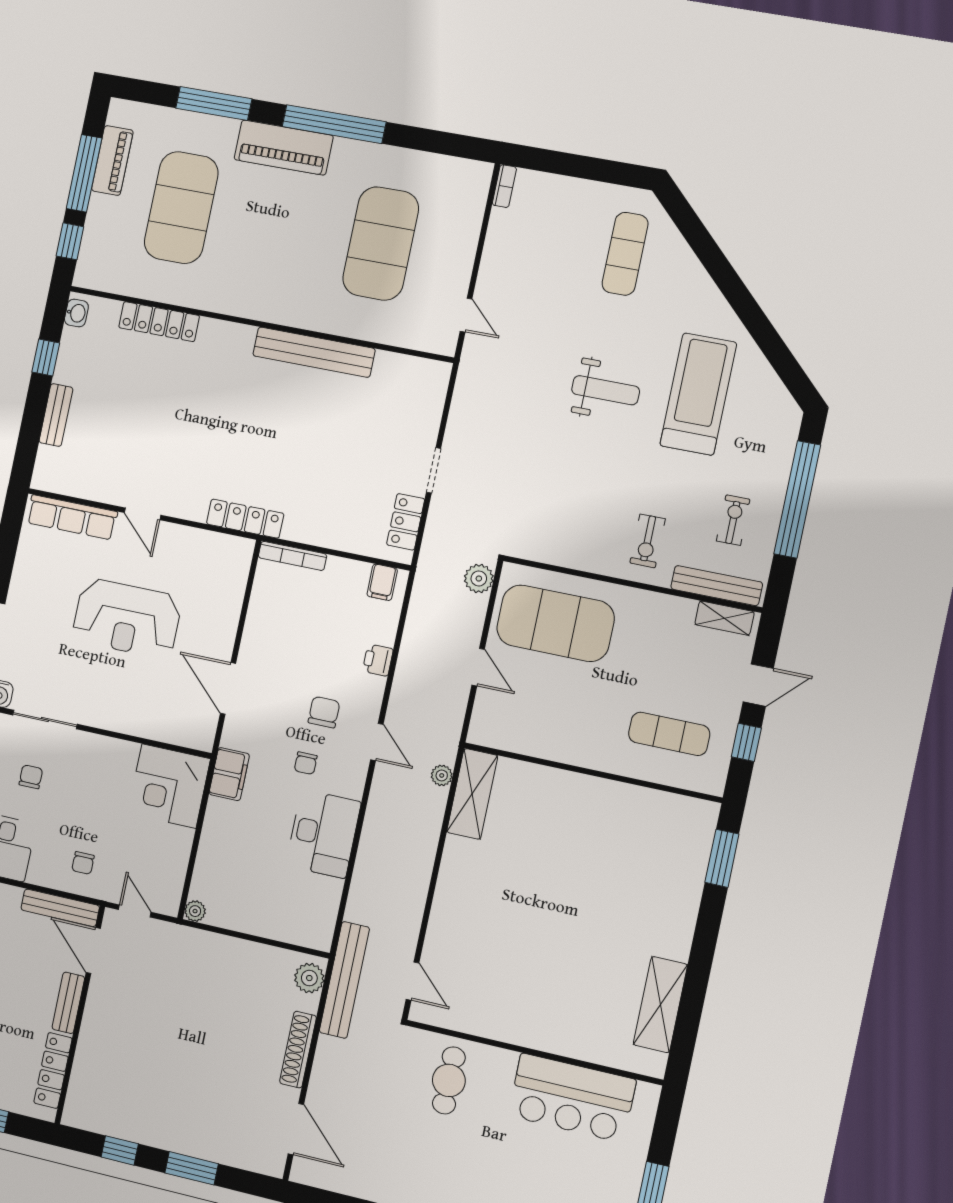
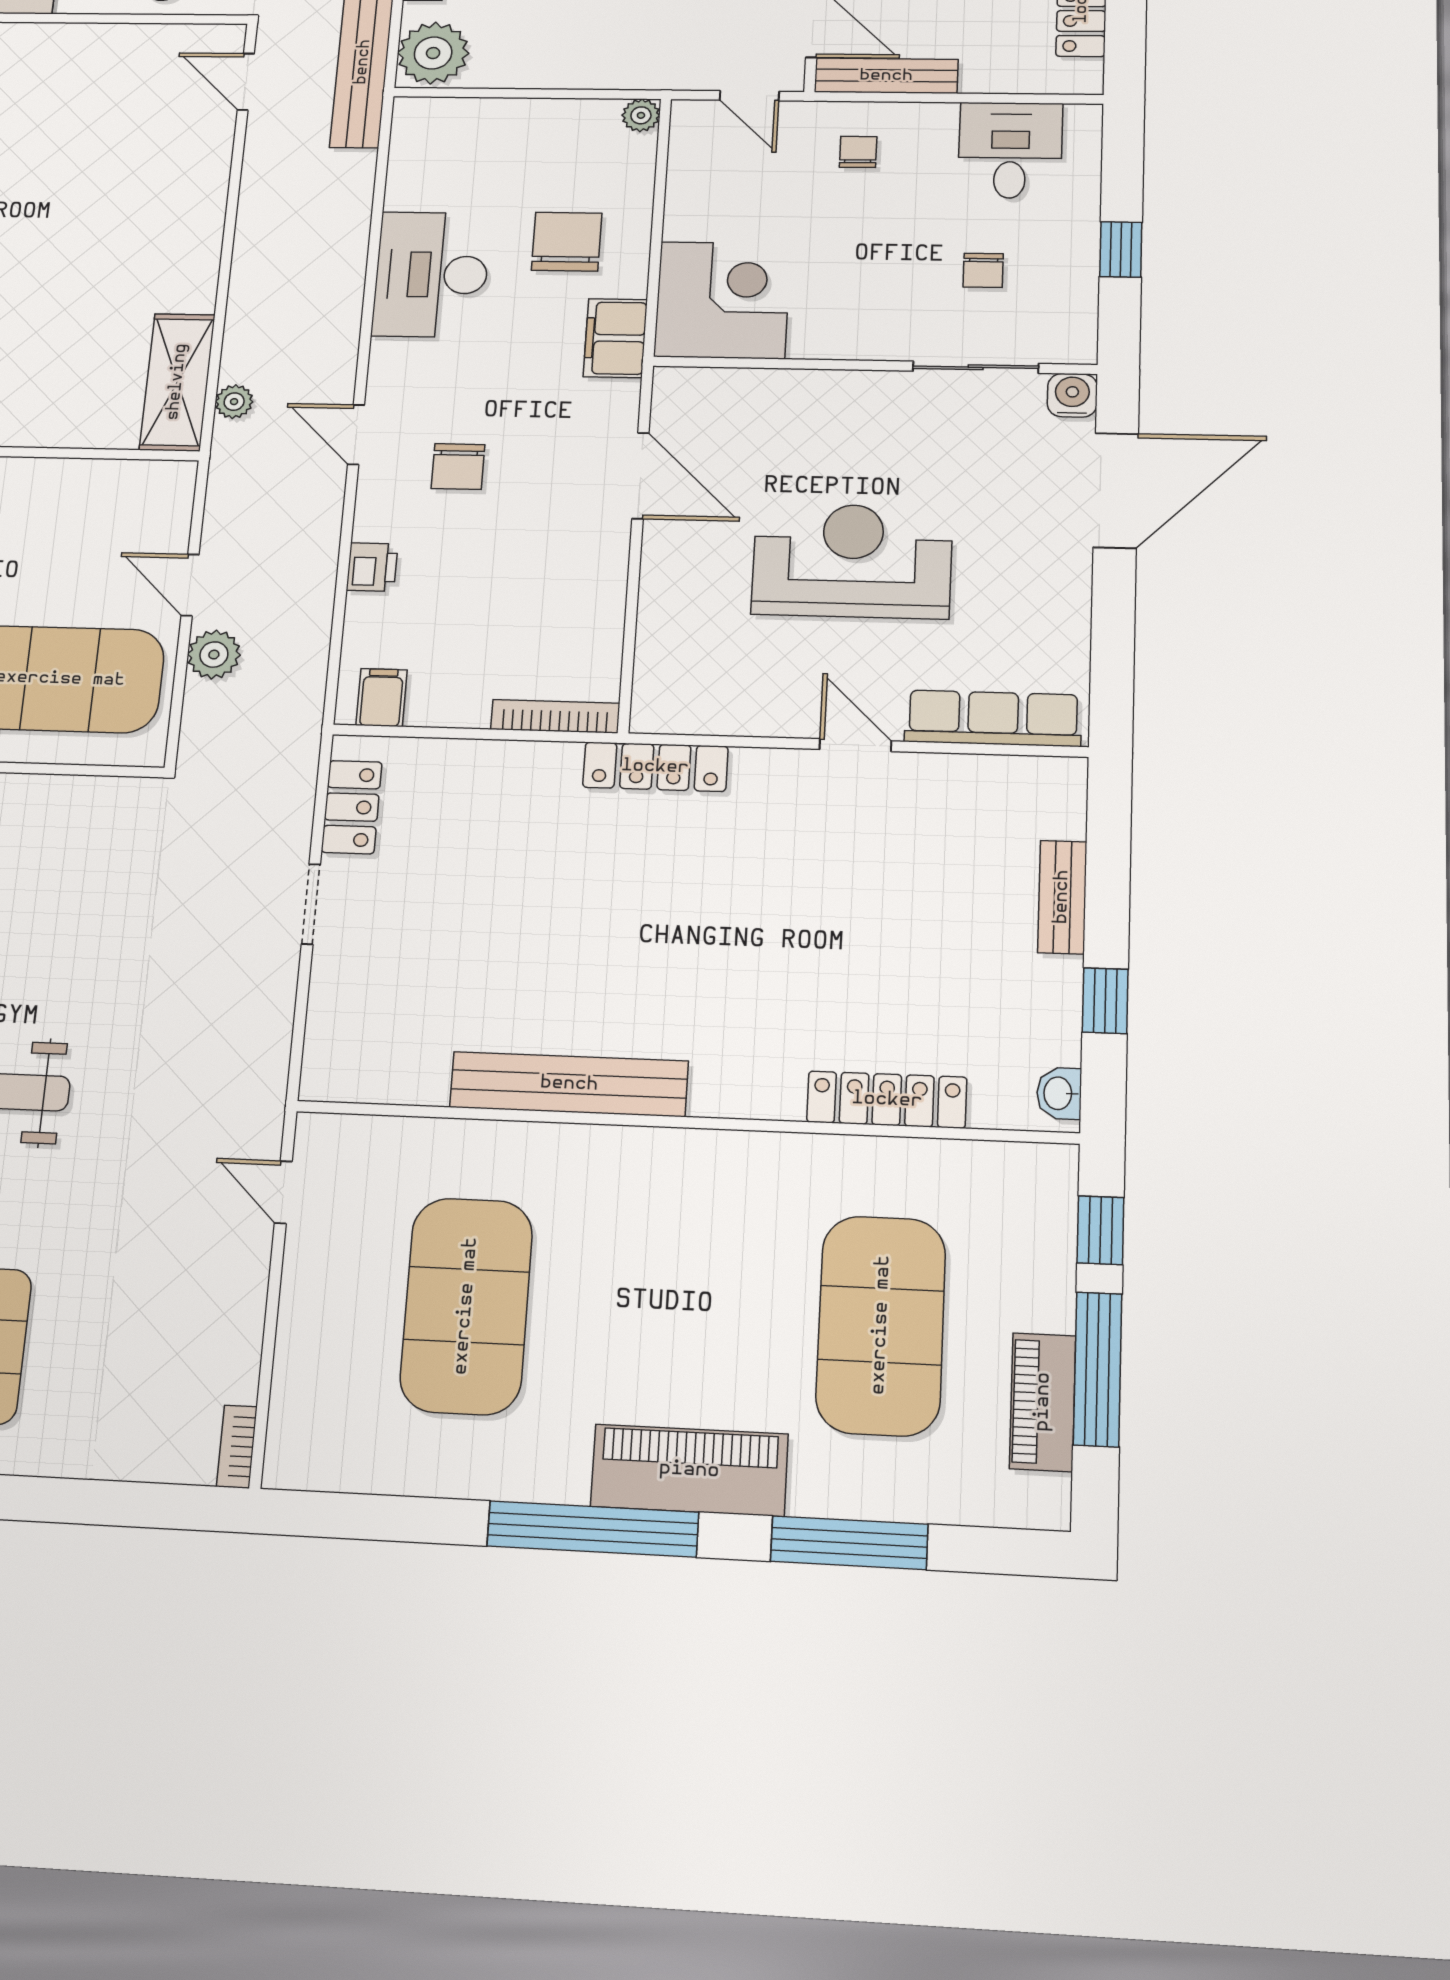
plant: (479, 579) -> (214, 655), moved
chair: (306, 763) -> (567, 242), moved, width x1.87, depth x1.87
plant: (309, 978) -> (433, 53), width x1.36, depth x1.36

